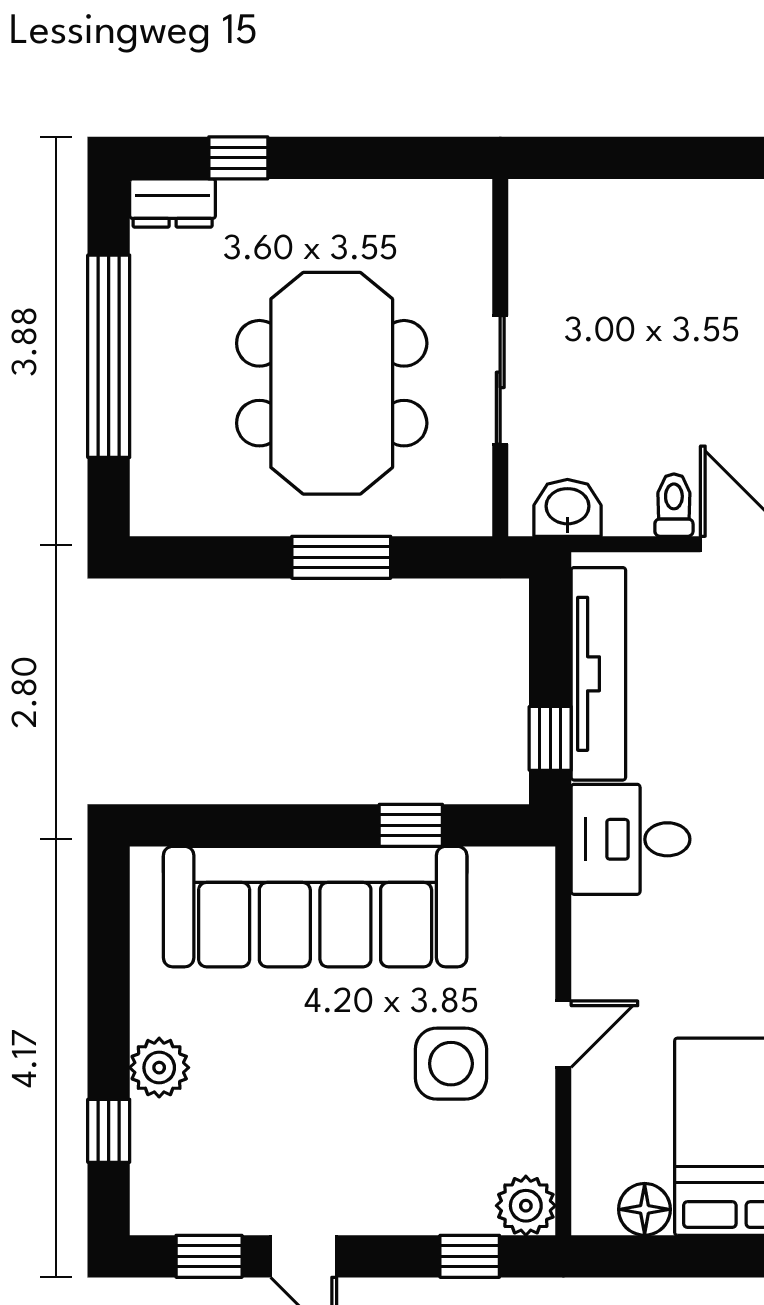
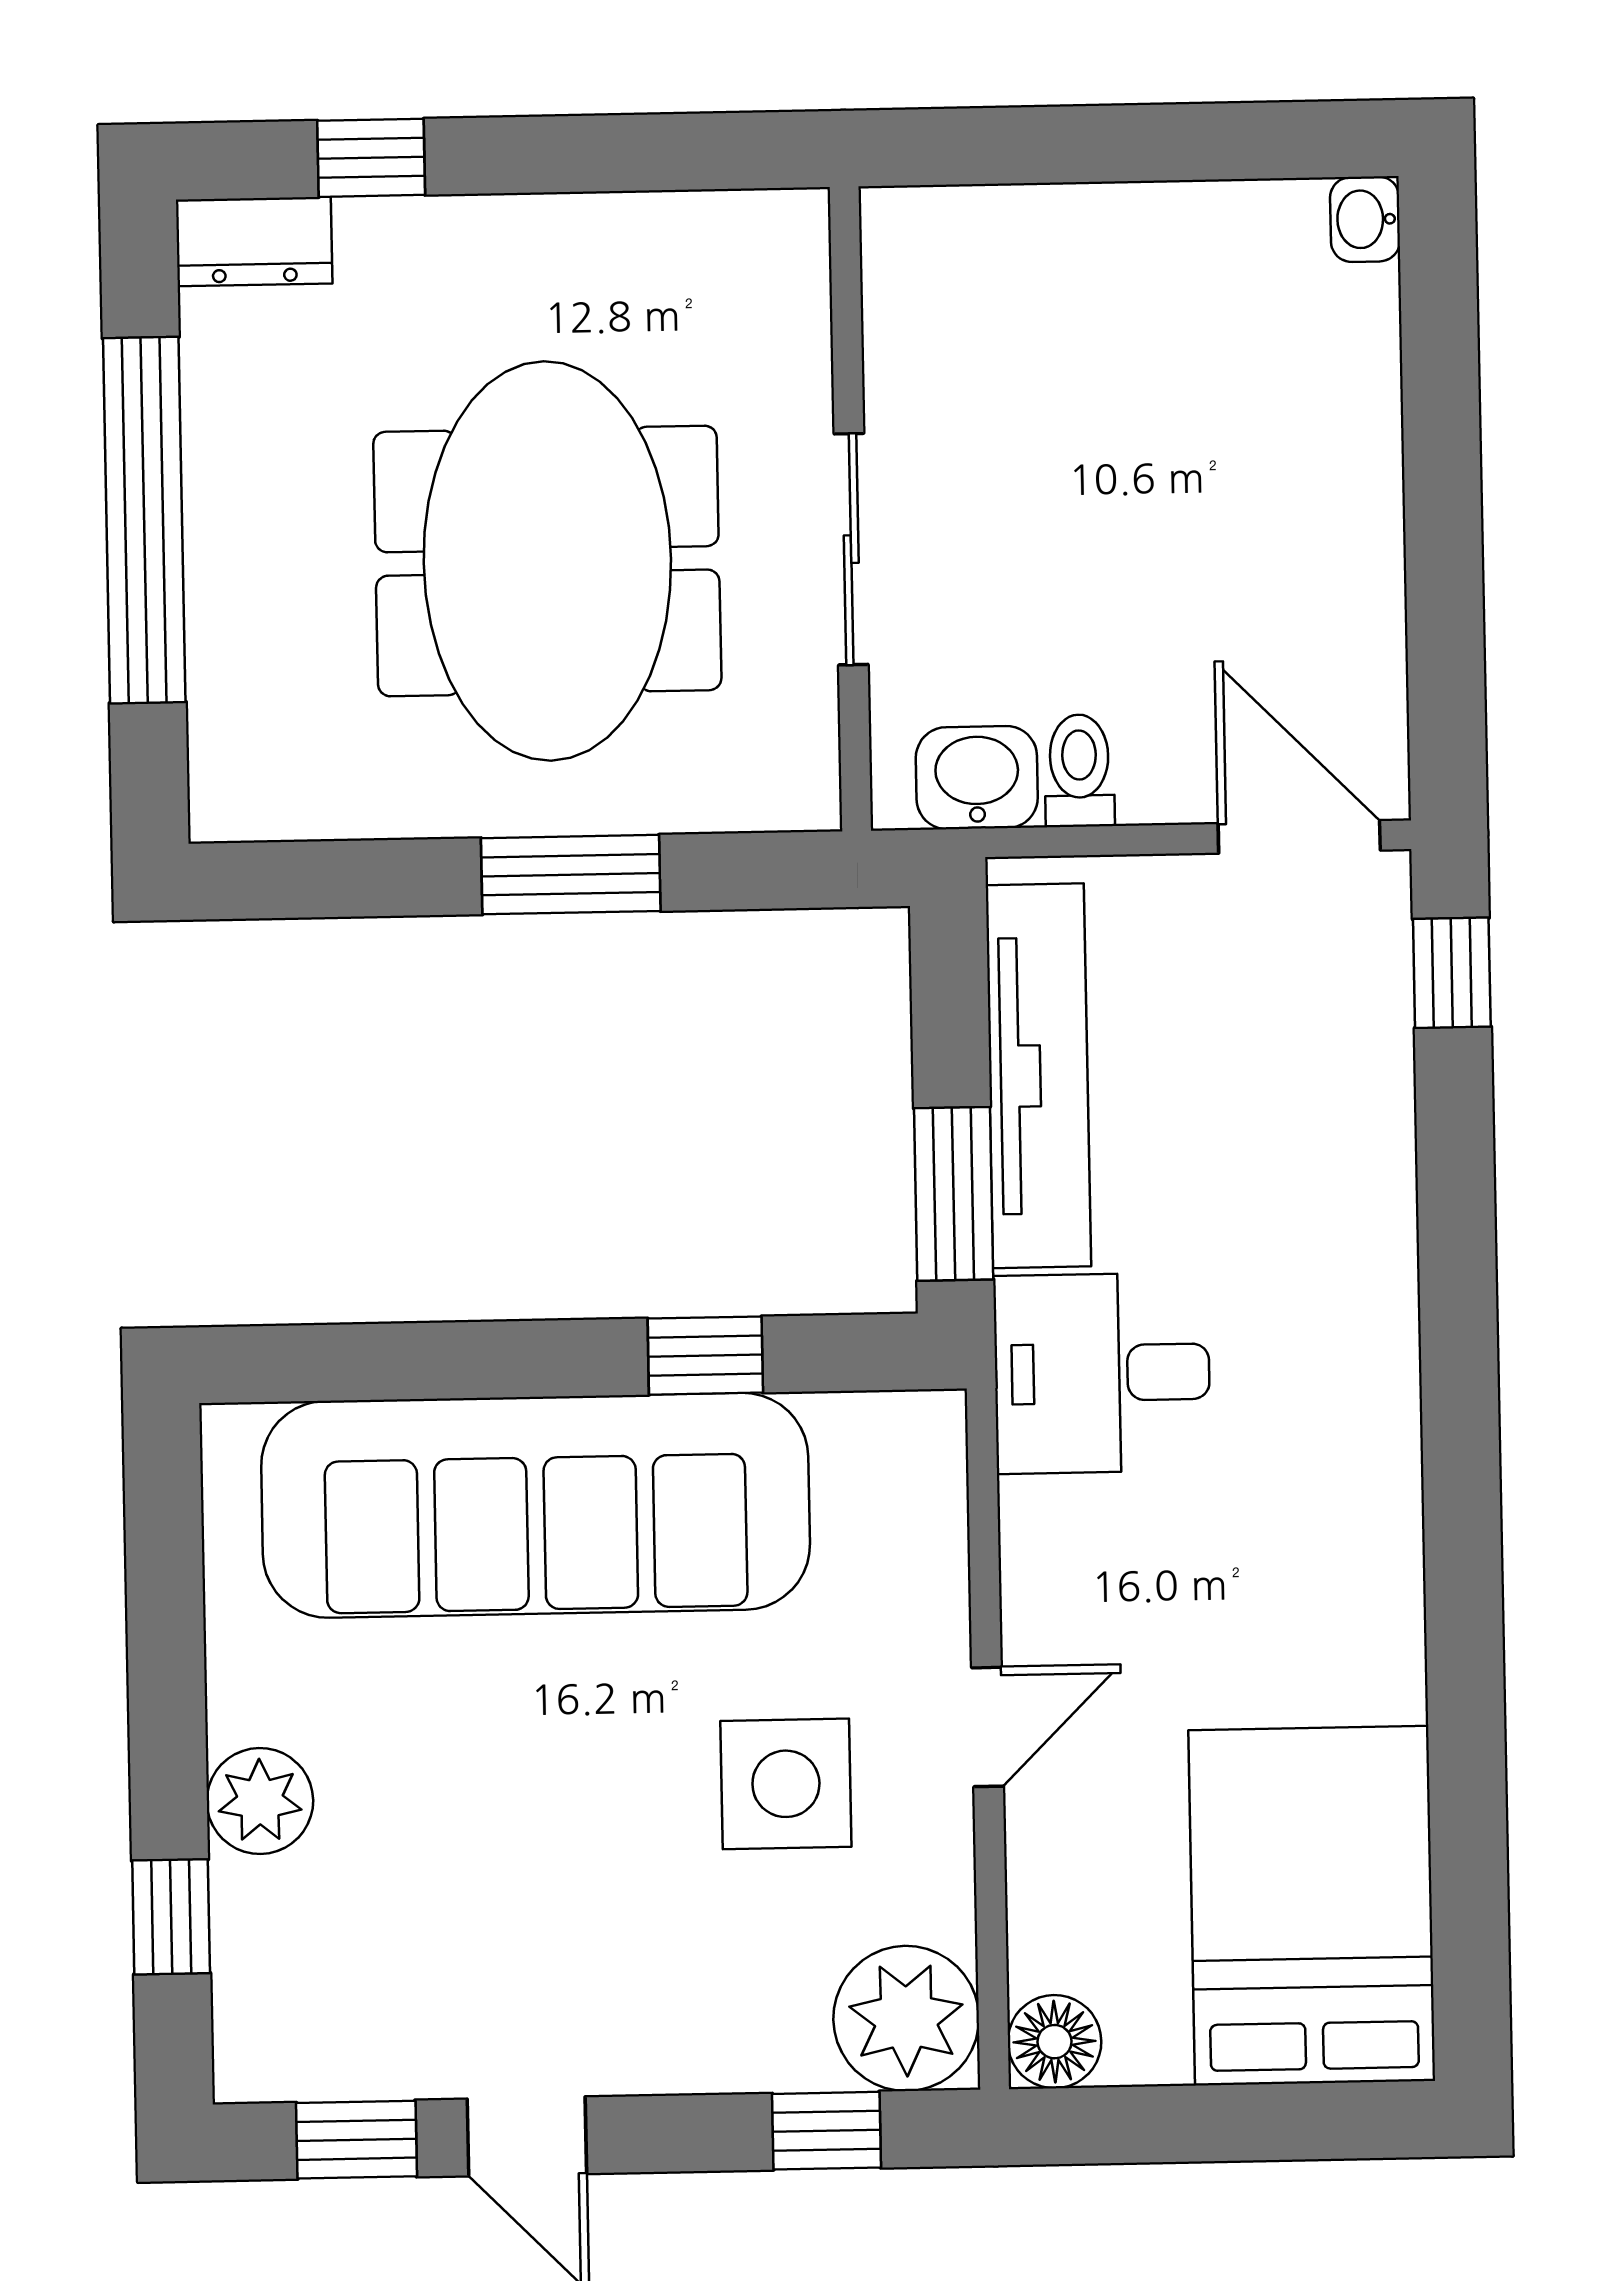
toilet: (674, 505) -> (1079, 771), moved
window: (550, 738) -> (954, 1194), width x1.50
plant: (526, 1206) -> (906, 2018), width x1.36, depth x1.36
floor lamp: (645, 1209) -> (1055, 2042), moved

